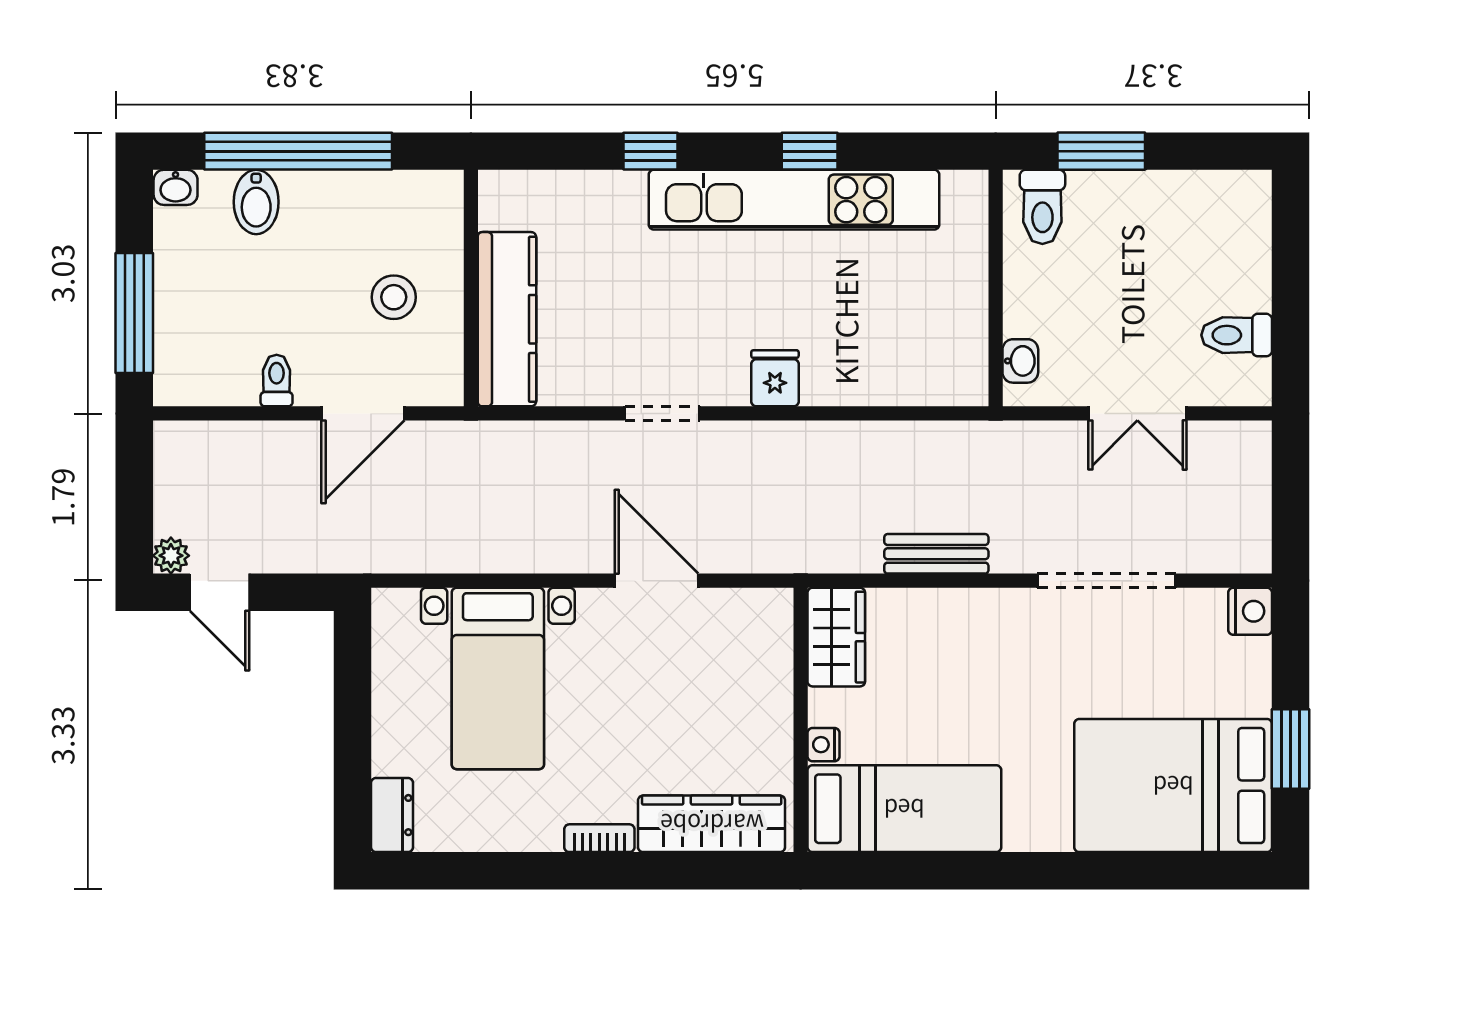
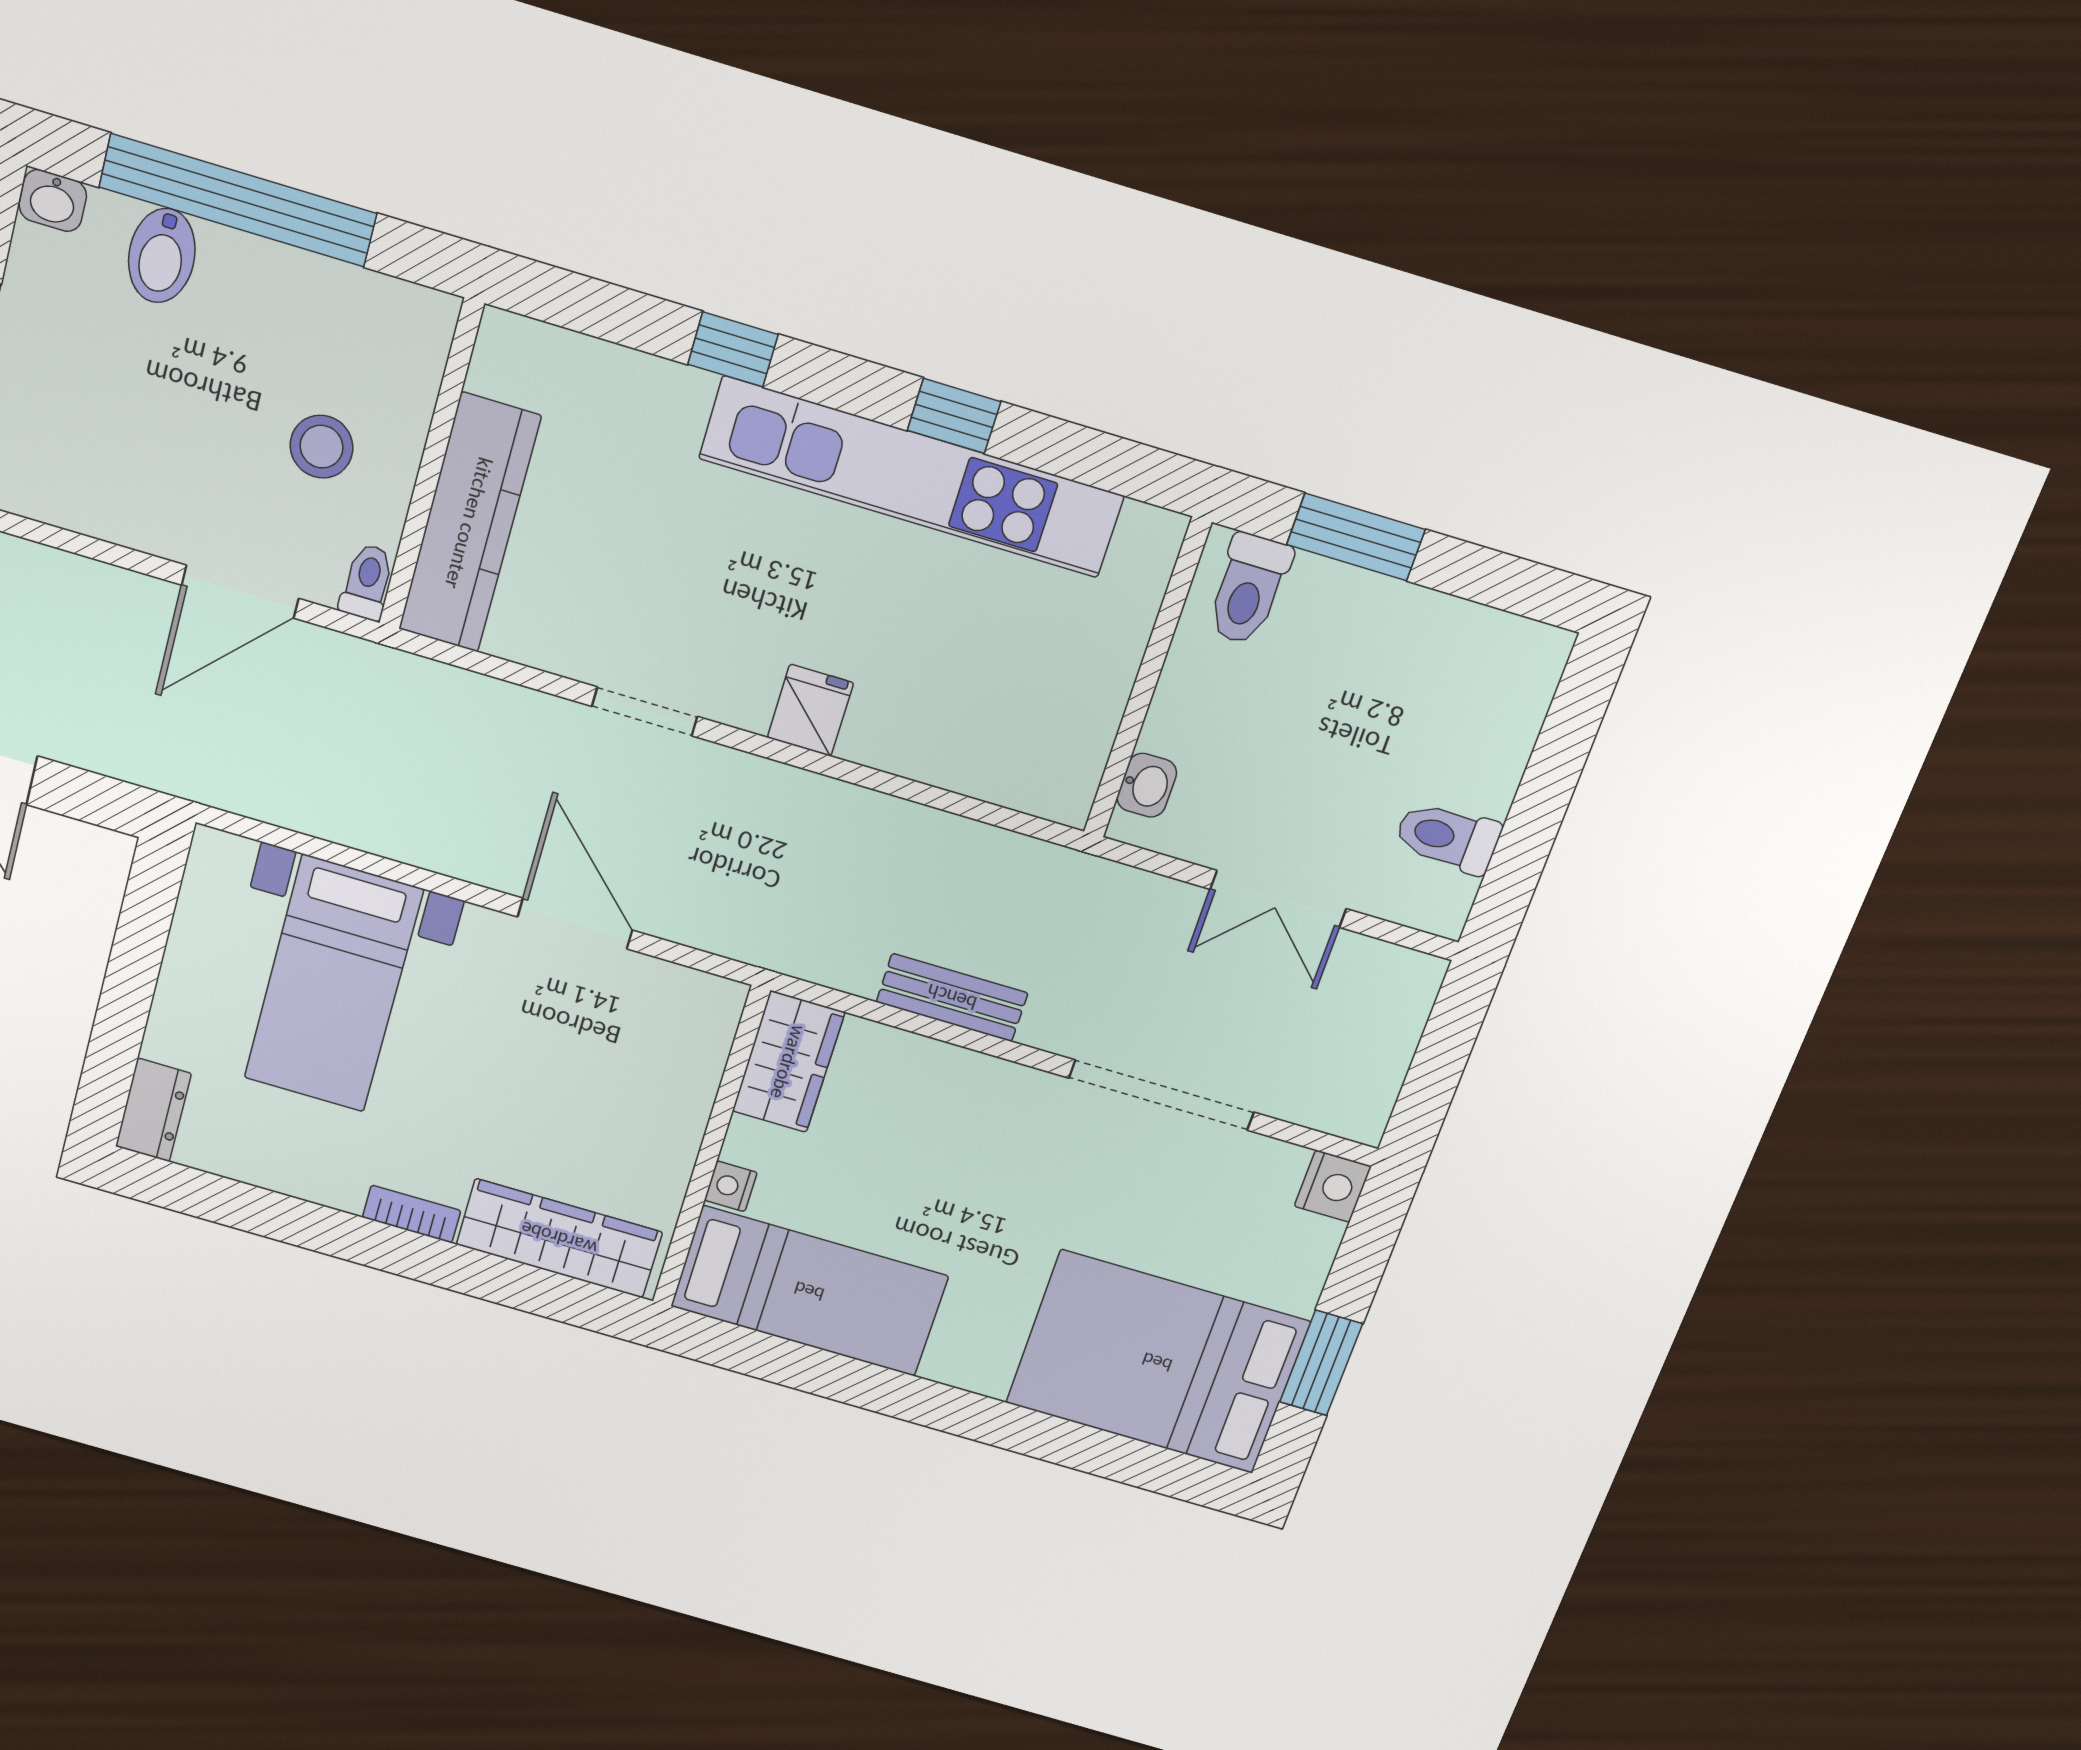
toilet: (277, 380) -> (367, 582), moved

